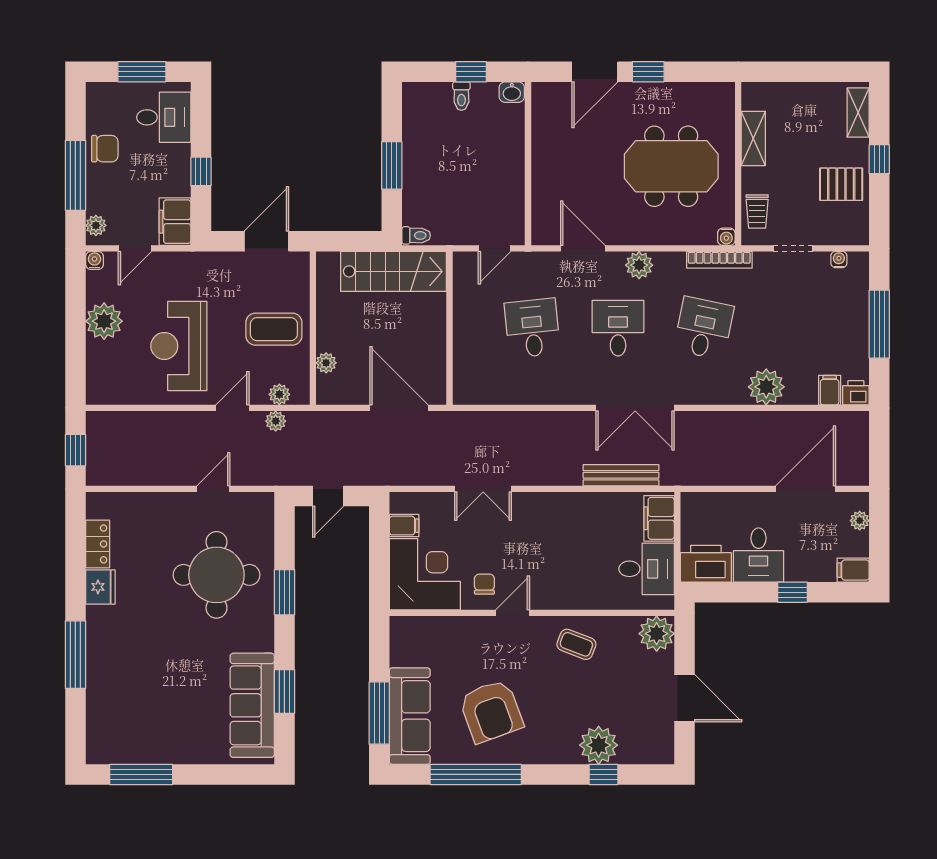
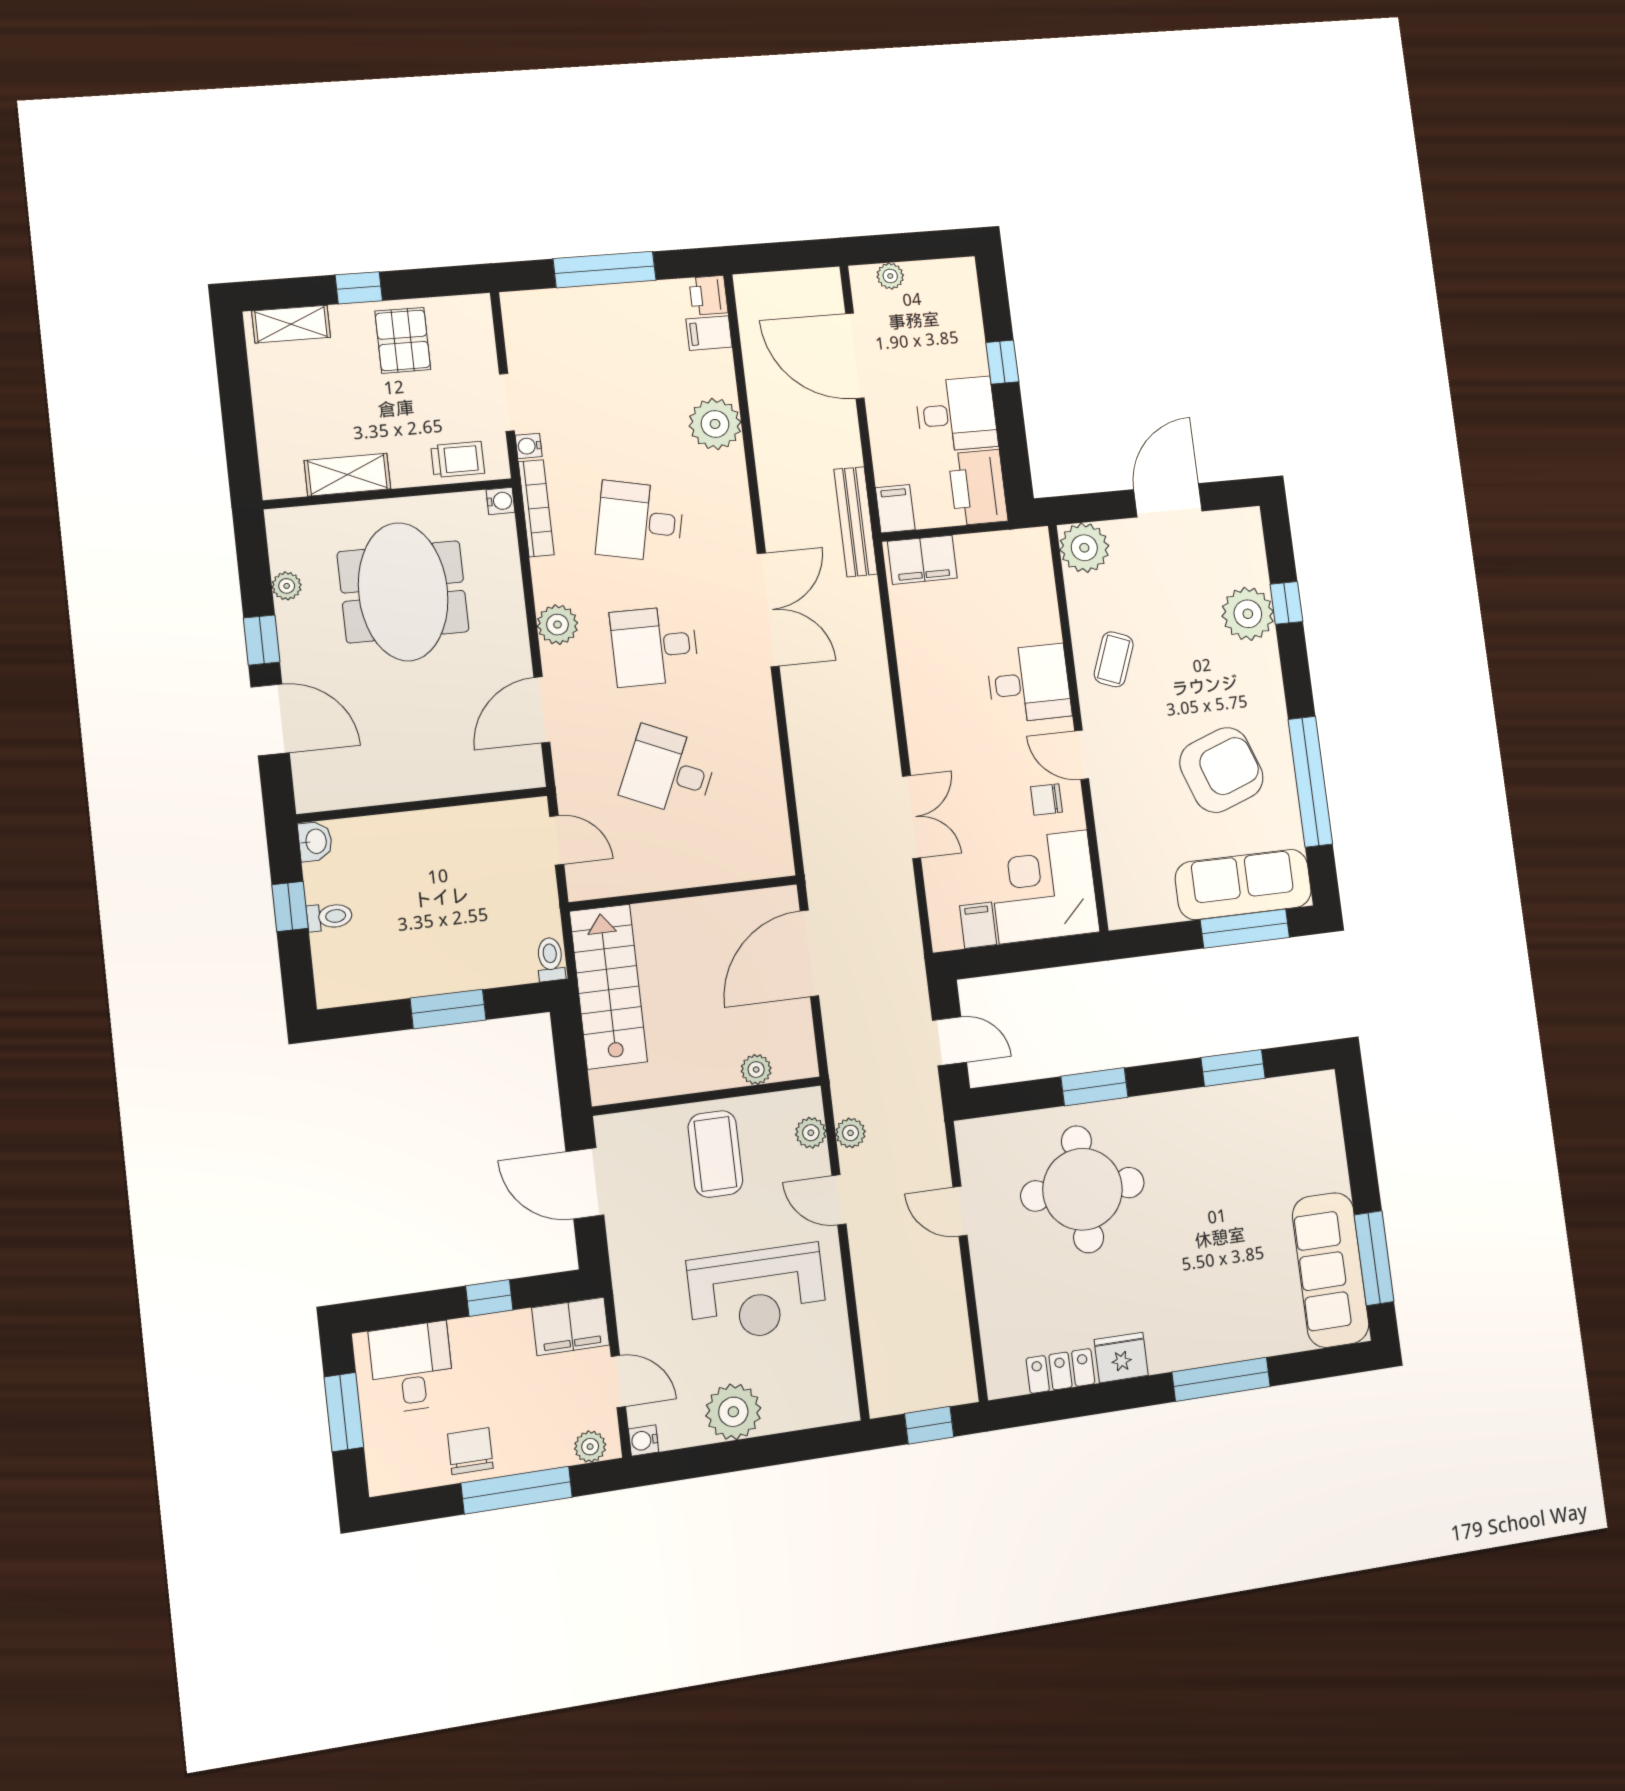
plant: (683, 91) -> (287, 586), added
water cooler: (839, 260) -> (529, 446), moved
desk: (532, 328) -> (669, 771), turned 30
bench: (621, 475) -> (856, 522), moved
desk: (647, 569) -> (1029, 683), moved, turned 90
filing cabinet: (853, 570) -> (895, 509), moved, turned 180
sofa: (252, 705) -> (1331, 1270), moved, turned 90

